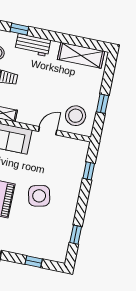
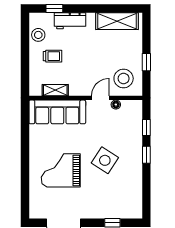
floor lamp: (62, 141) -> (116, 105), added
side table: (39, 196) -> (105, 160), turned 45
window: (76, 235) -> (146, 155), moved

